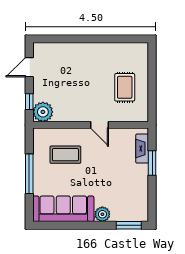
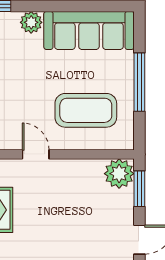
window: (29, 102) -> (139, 189), width x1.50
coffee table: (65, 155) -> (86, 110), width x1.36, depth x1.32

